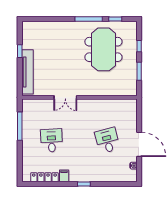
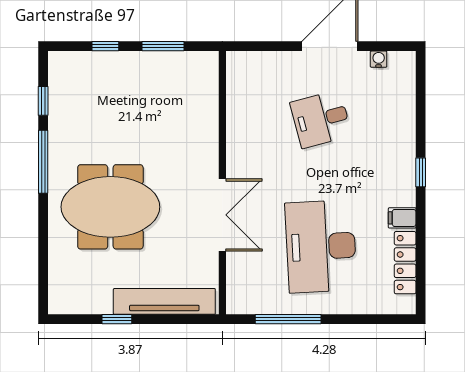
meeting table: (103, 49) -> (110, 207), moved
double door: (65, 97) -> (222, 215), width x1.37
desk: (52, 140) -> (321, 246), width x1.87, depth x1.30

